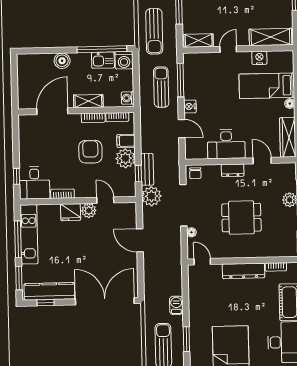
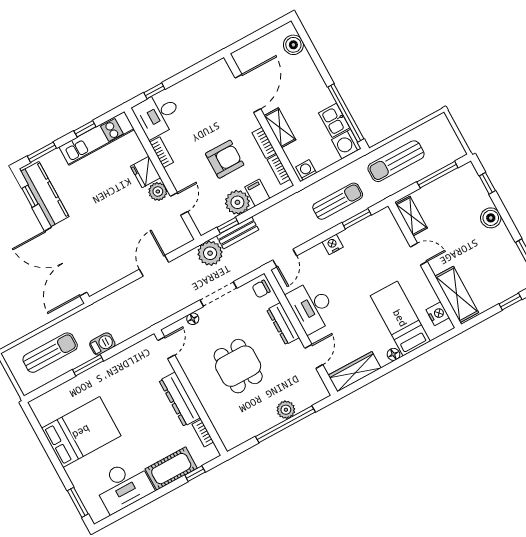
nightstand: (259, 58) -> (438, 314), moved
boiler: (62, 61) -> (293, 45), moved
window: (181, 80) -> (357, 219), width x0.69
door: (52, 111) -> (248, 93), hinge flipped
door: (182, 129) -> (285, 258), moved
dresser: (233, 170) -> (283, 324), width x1.44
doorway: (183, 205) -> (218, 294), width x0.73
window: (18, 239) -> (85, 129), width x0.46
double door: (105, 301) -> (66, 262), swing flipped
window: (186, 339) -> (88, 365), moved

